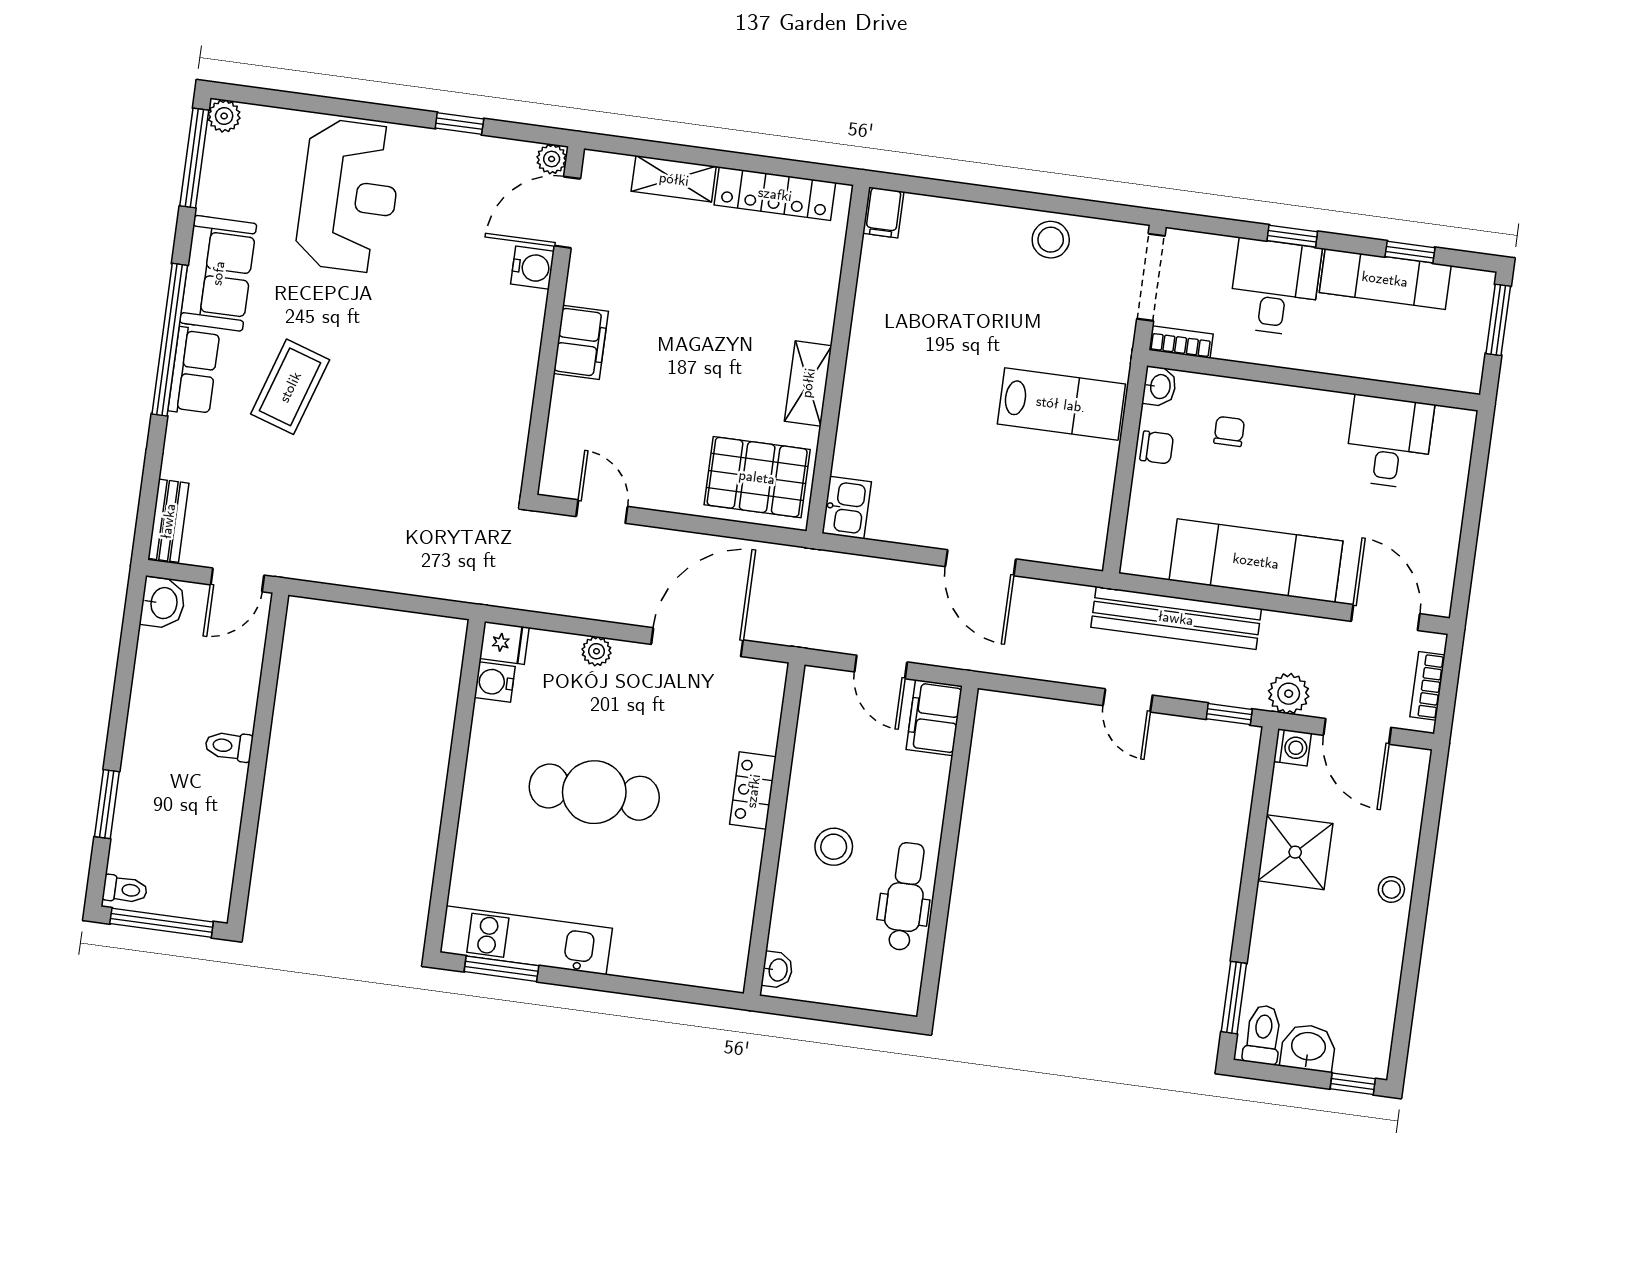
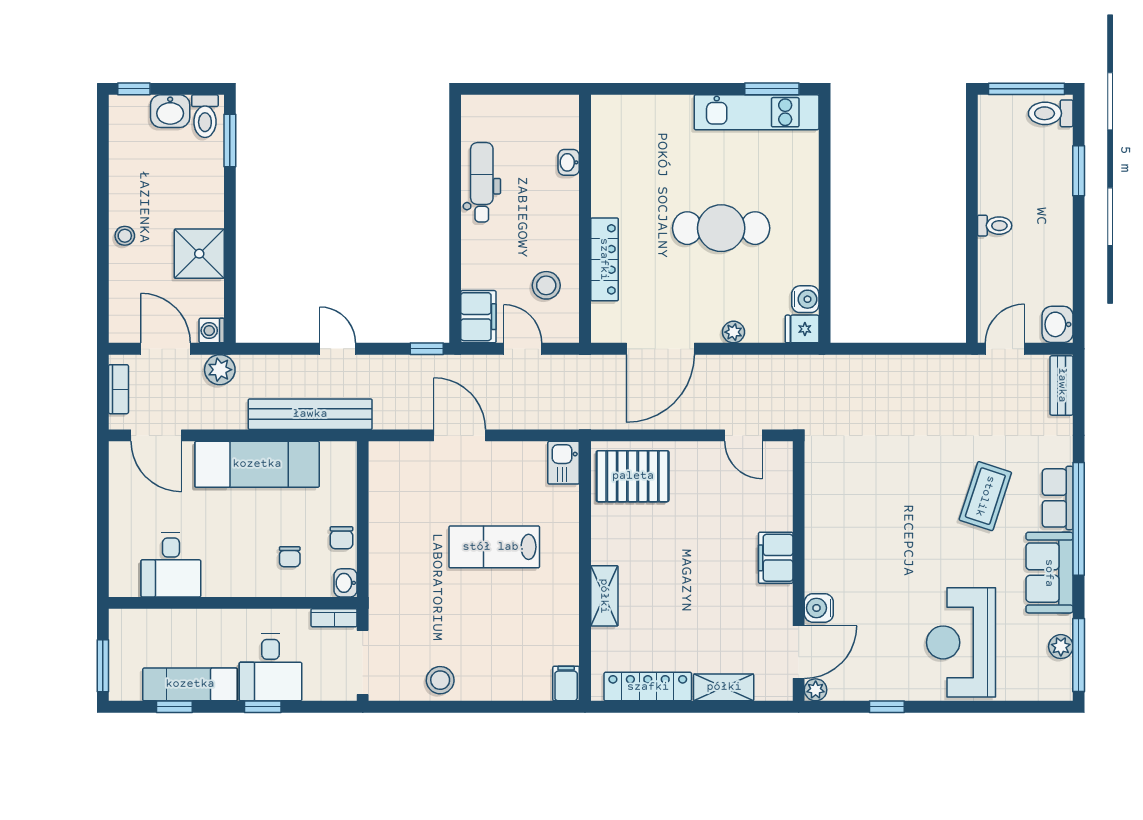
plant: (224, 116) -> (1061, 647), moved
shelving: (808, 383) -> (604, 596), moved
lab bench: (1061, 404) -> (494, 547), moved
chair: (1157, 447) -> (341, 538), turned -90
window: (1229, 714) -> (427, 349), moved
locker: (753, 791) -> (604, 259), width x1.53
stool: (834, 847) -> (546, 285), moved
toilet: (125, 890) -> (1051, 113), width x1.37, depth x1.39
dental chair: (905, 896) -> (482, 182), turned 180
washbasin: (777, 970) -> (569, 162), moved

